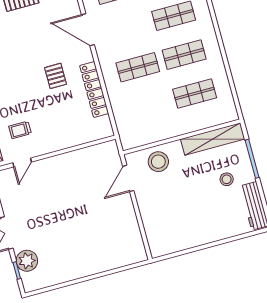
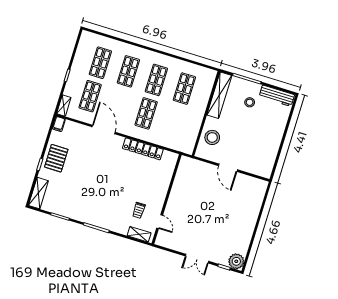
door: (88, 30) -> (104, 129), swing flipped
pallet: (56, 76) -> (119, 167), removed
door: (128, 178) -> (228, 168), moved
plant: (27, 261) -> (236, 261), moved

